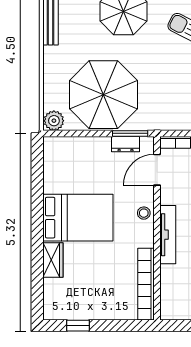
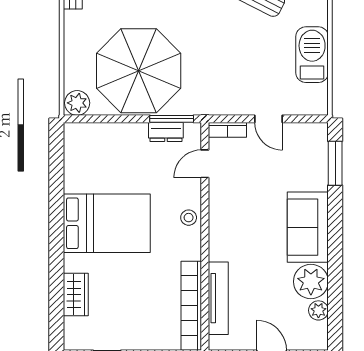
door: (157, 170) -> (205, 164), width x0.73
tv unit: (168, 235) -> (218, 298), moved
wardrobe: (53, 260) -> (76, 294), moved

